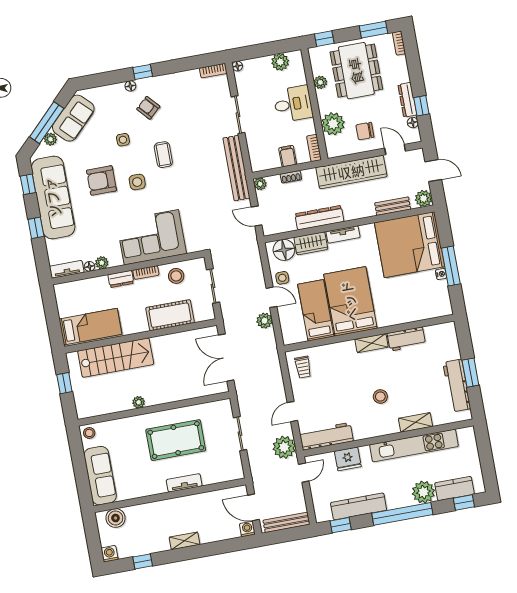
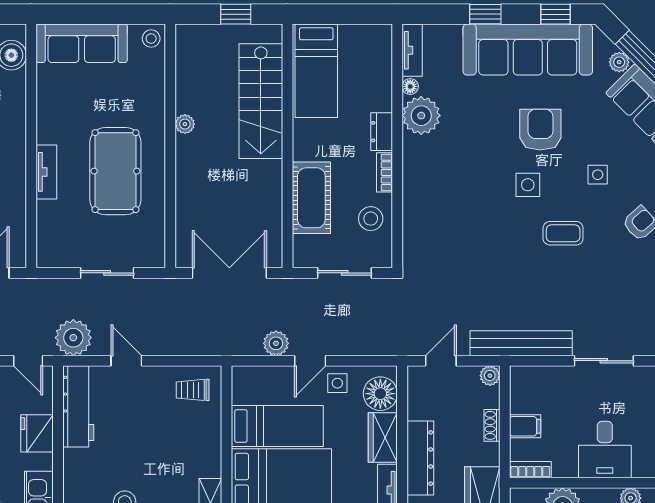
corner sofa: (151, 237) -> (438, 191), removed
plant: (102, 263) -> (421, 116), width x1.88, depth x1.88

